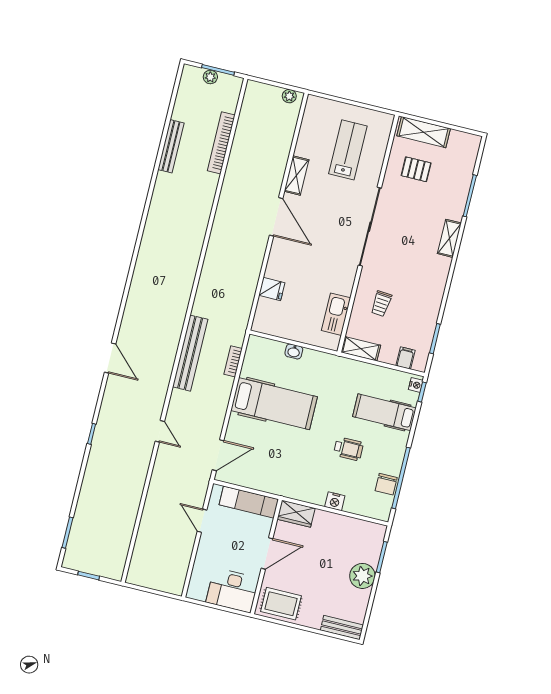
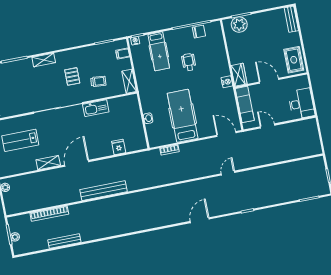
pallet: (416, 169) -> (72, 76), moved
kitchen sink: (336, 314) -> (96, 108), moved
bench: (190, 353) -> (103, 191), moved
nightstand: (335, 501) -> (227, 82), moved
door: (202, 521) -> (267, 126), swing flipped
plant: (362, 576) -> (239, 25), moved
desk: (232, 590) -> (301, 104), moved

